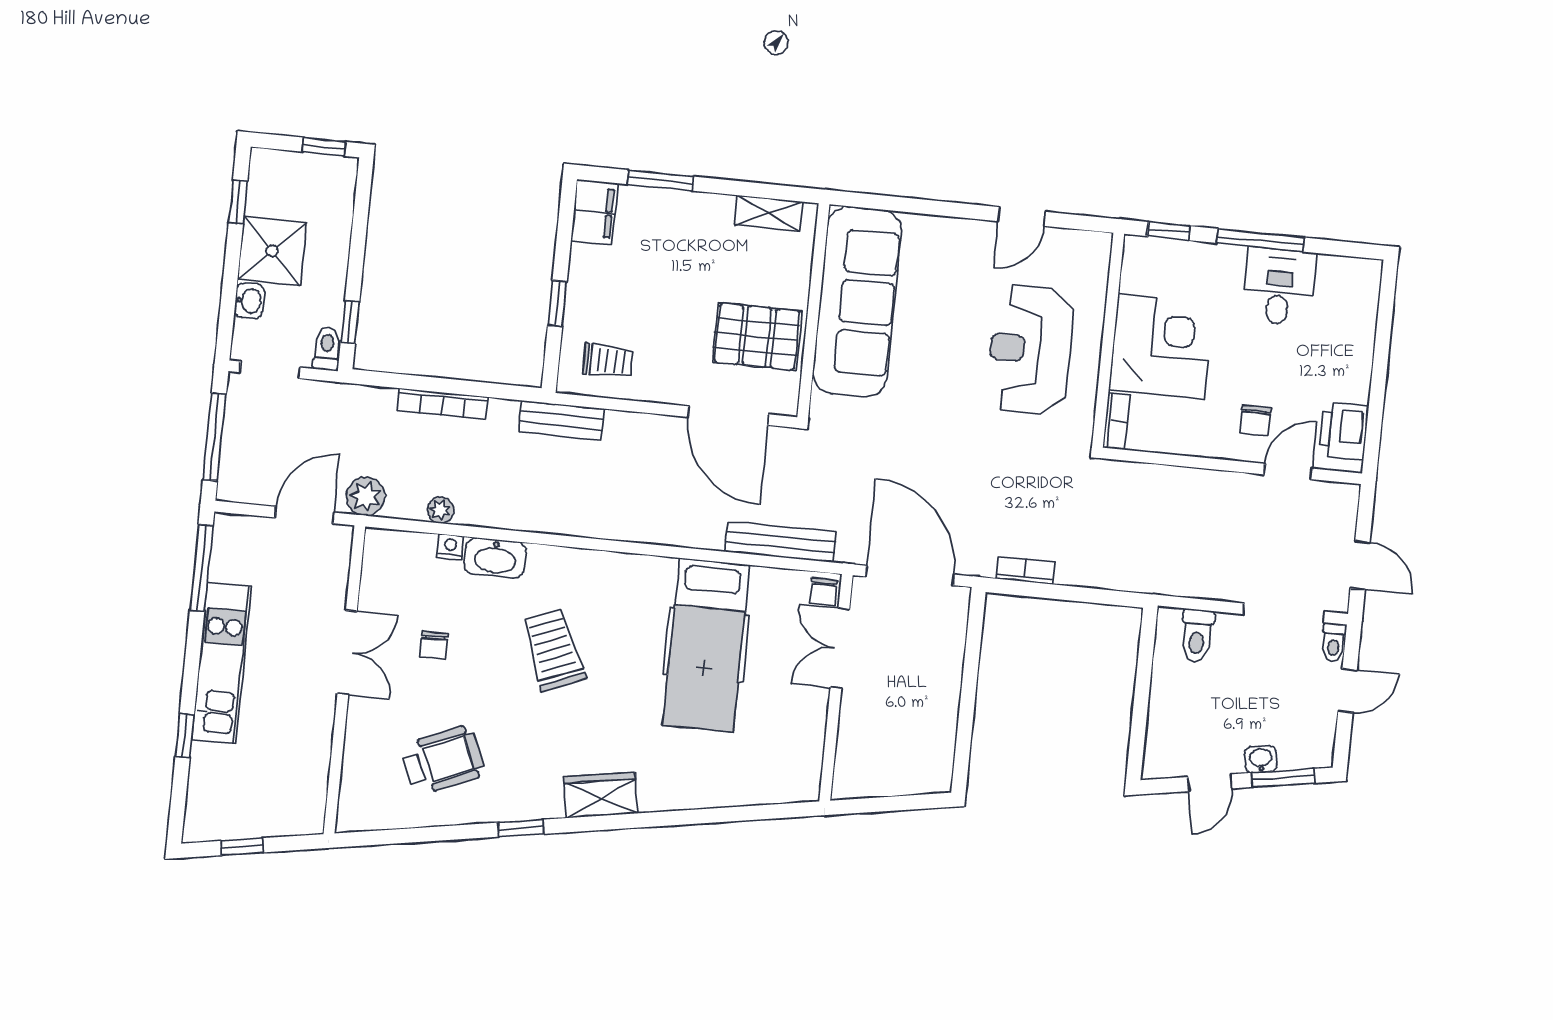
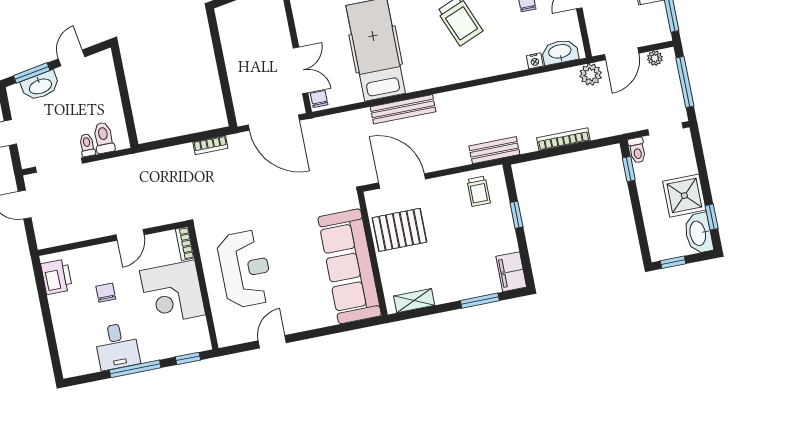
washbasin: (249, 301) -> (698, 233), moved, width x1.91, depth x1.45
trolley: (608, 361) -> (479, 191), turned -90
chair: (1255, 420) -> (106, 293), moved
door: (1288, 472) -> (130, 235), moved
plant: (440, 510) -> (655, 58), moved
bench: (780, 542) -> (403, 109), moved
washbasin: (495, 558) -> (560, 52), moved
toilet: (1334, 642) -> (87, 145), moved
washbasin: (1261, 759) -> (40, 86), width x1.91, depth x1.45

